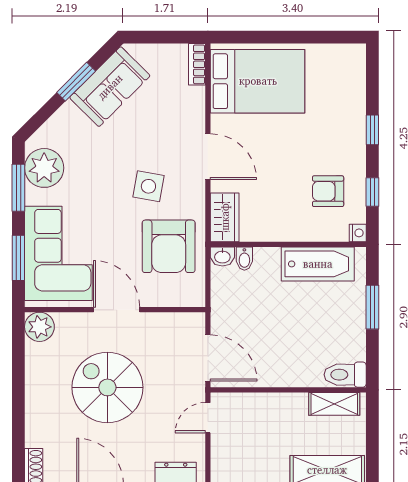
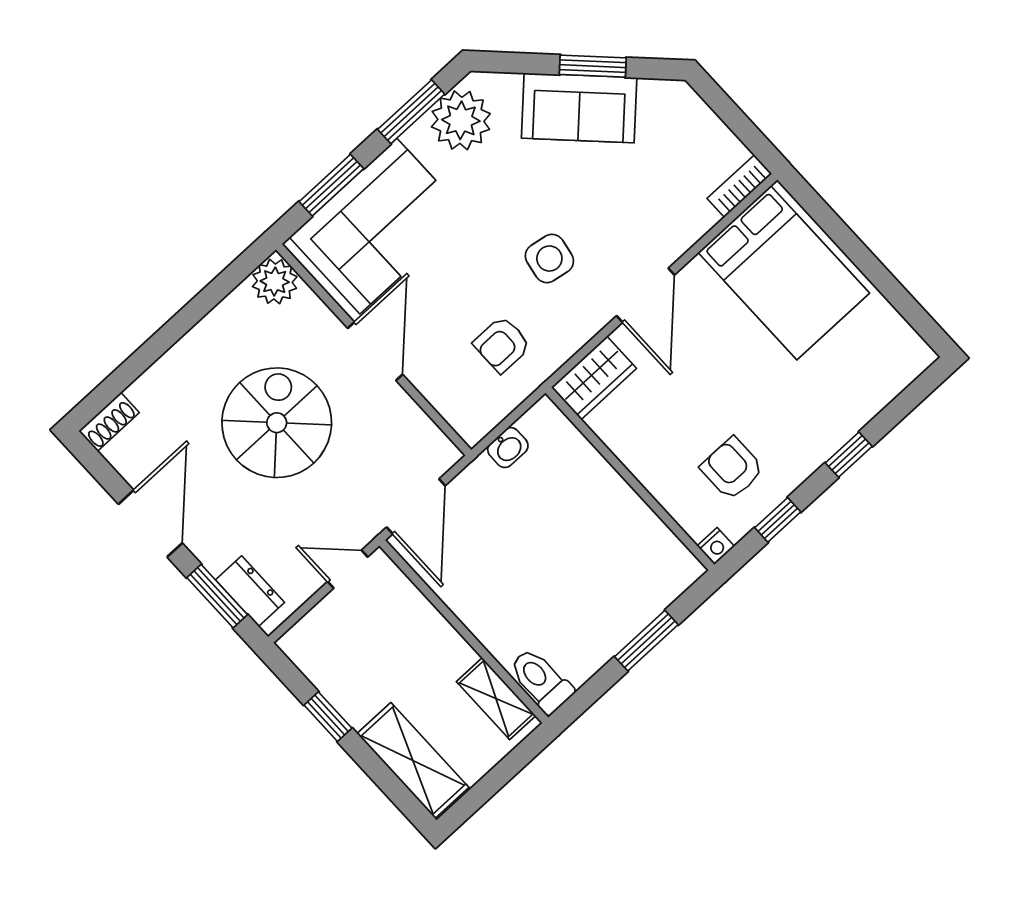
sofa: (110, 87) -> (579, 108), moved
armchair: (169, 246) -> (502, 345), width x0.53, depth x0.53
washbasin: (222, 256) -> (508, 448), moved, turned -90
bidet: (244, 259) -> (568, 444), removed
bathtub: (318, 264) -> (638, 533), removed

